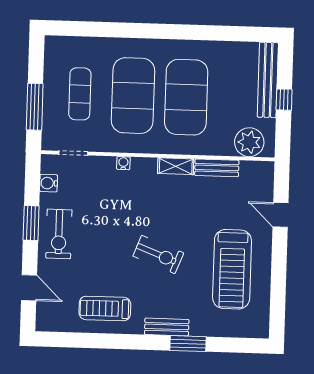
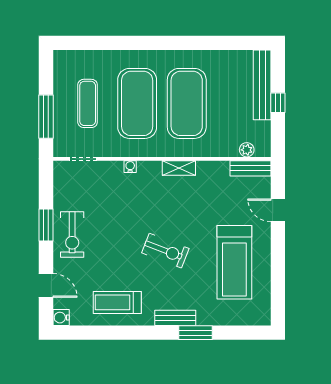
plant: (249, 142) -> (247, 150), width x0.53, depth x0.53
bench: (217, 168) -> (250, 168), moved
water cooler: (49, 183) -> (61, 318), moved

